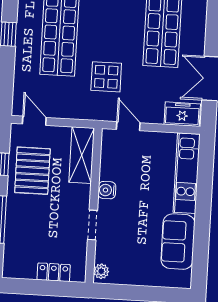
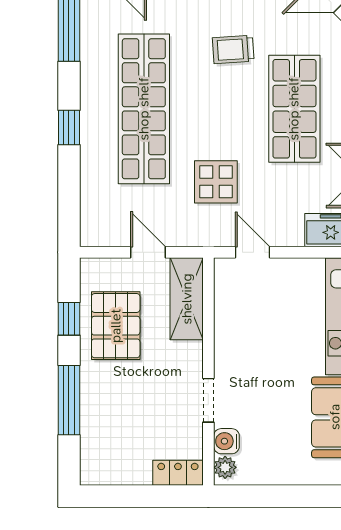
door: (34, 121) -> (148, 252), moved
water cooler: (107, 190) -> (226, 441), moved
locker: (54, 272) -> (178, 473), moved

